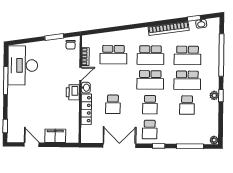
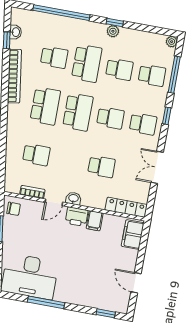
school desk: (113, 55) -> (36, 155), width x0.54
school desk: (188, 55) -> (54, 57), width x0.54
door: (80, 74) -> (54, 202), swing flipped
filing cabinet: (72, 106) -> (95, 221), added
locker: (86, 109) -> (126, 207), moved
school desk: (187, 130) -> (152, 75), added
filing cabinet: (55, 136) -> (133, 235), moved
door: (32, 145) -> (136, 283), hinge flipped
double door: (119, 145) -> (157, 167), width x0.73

